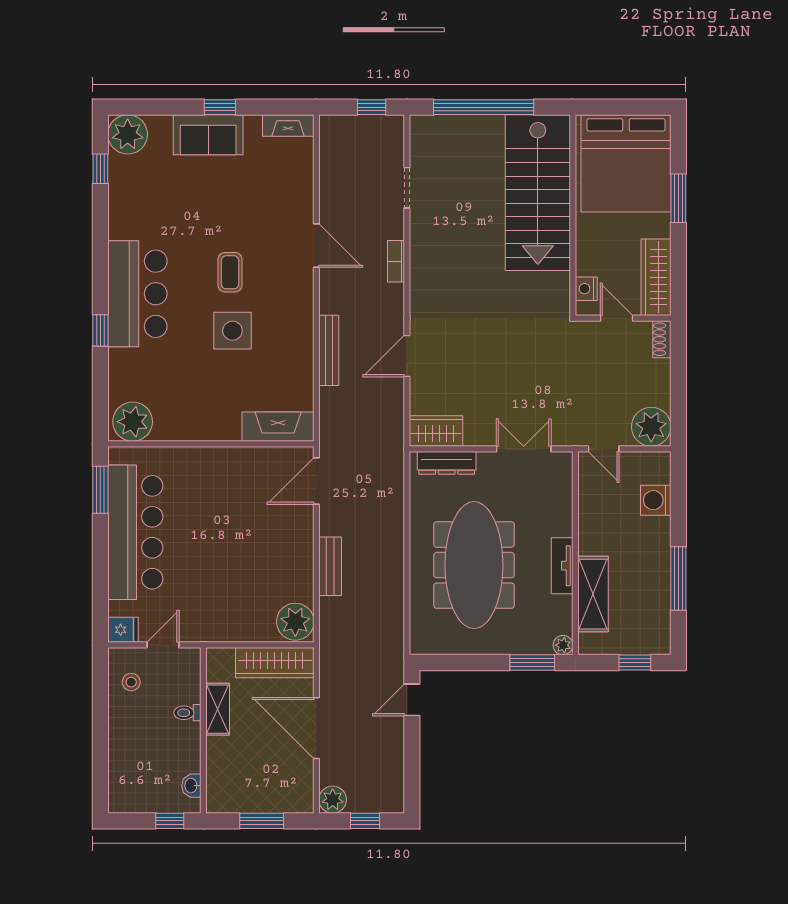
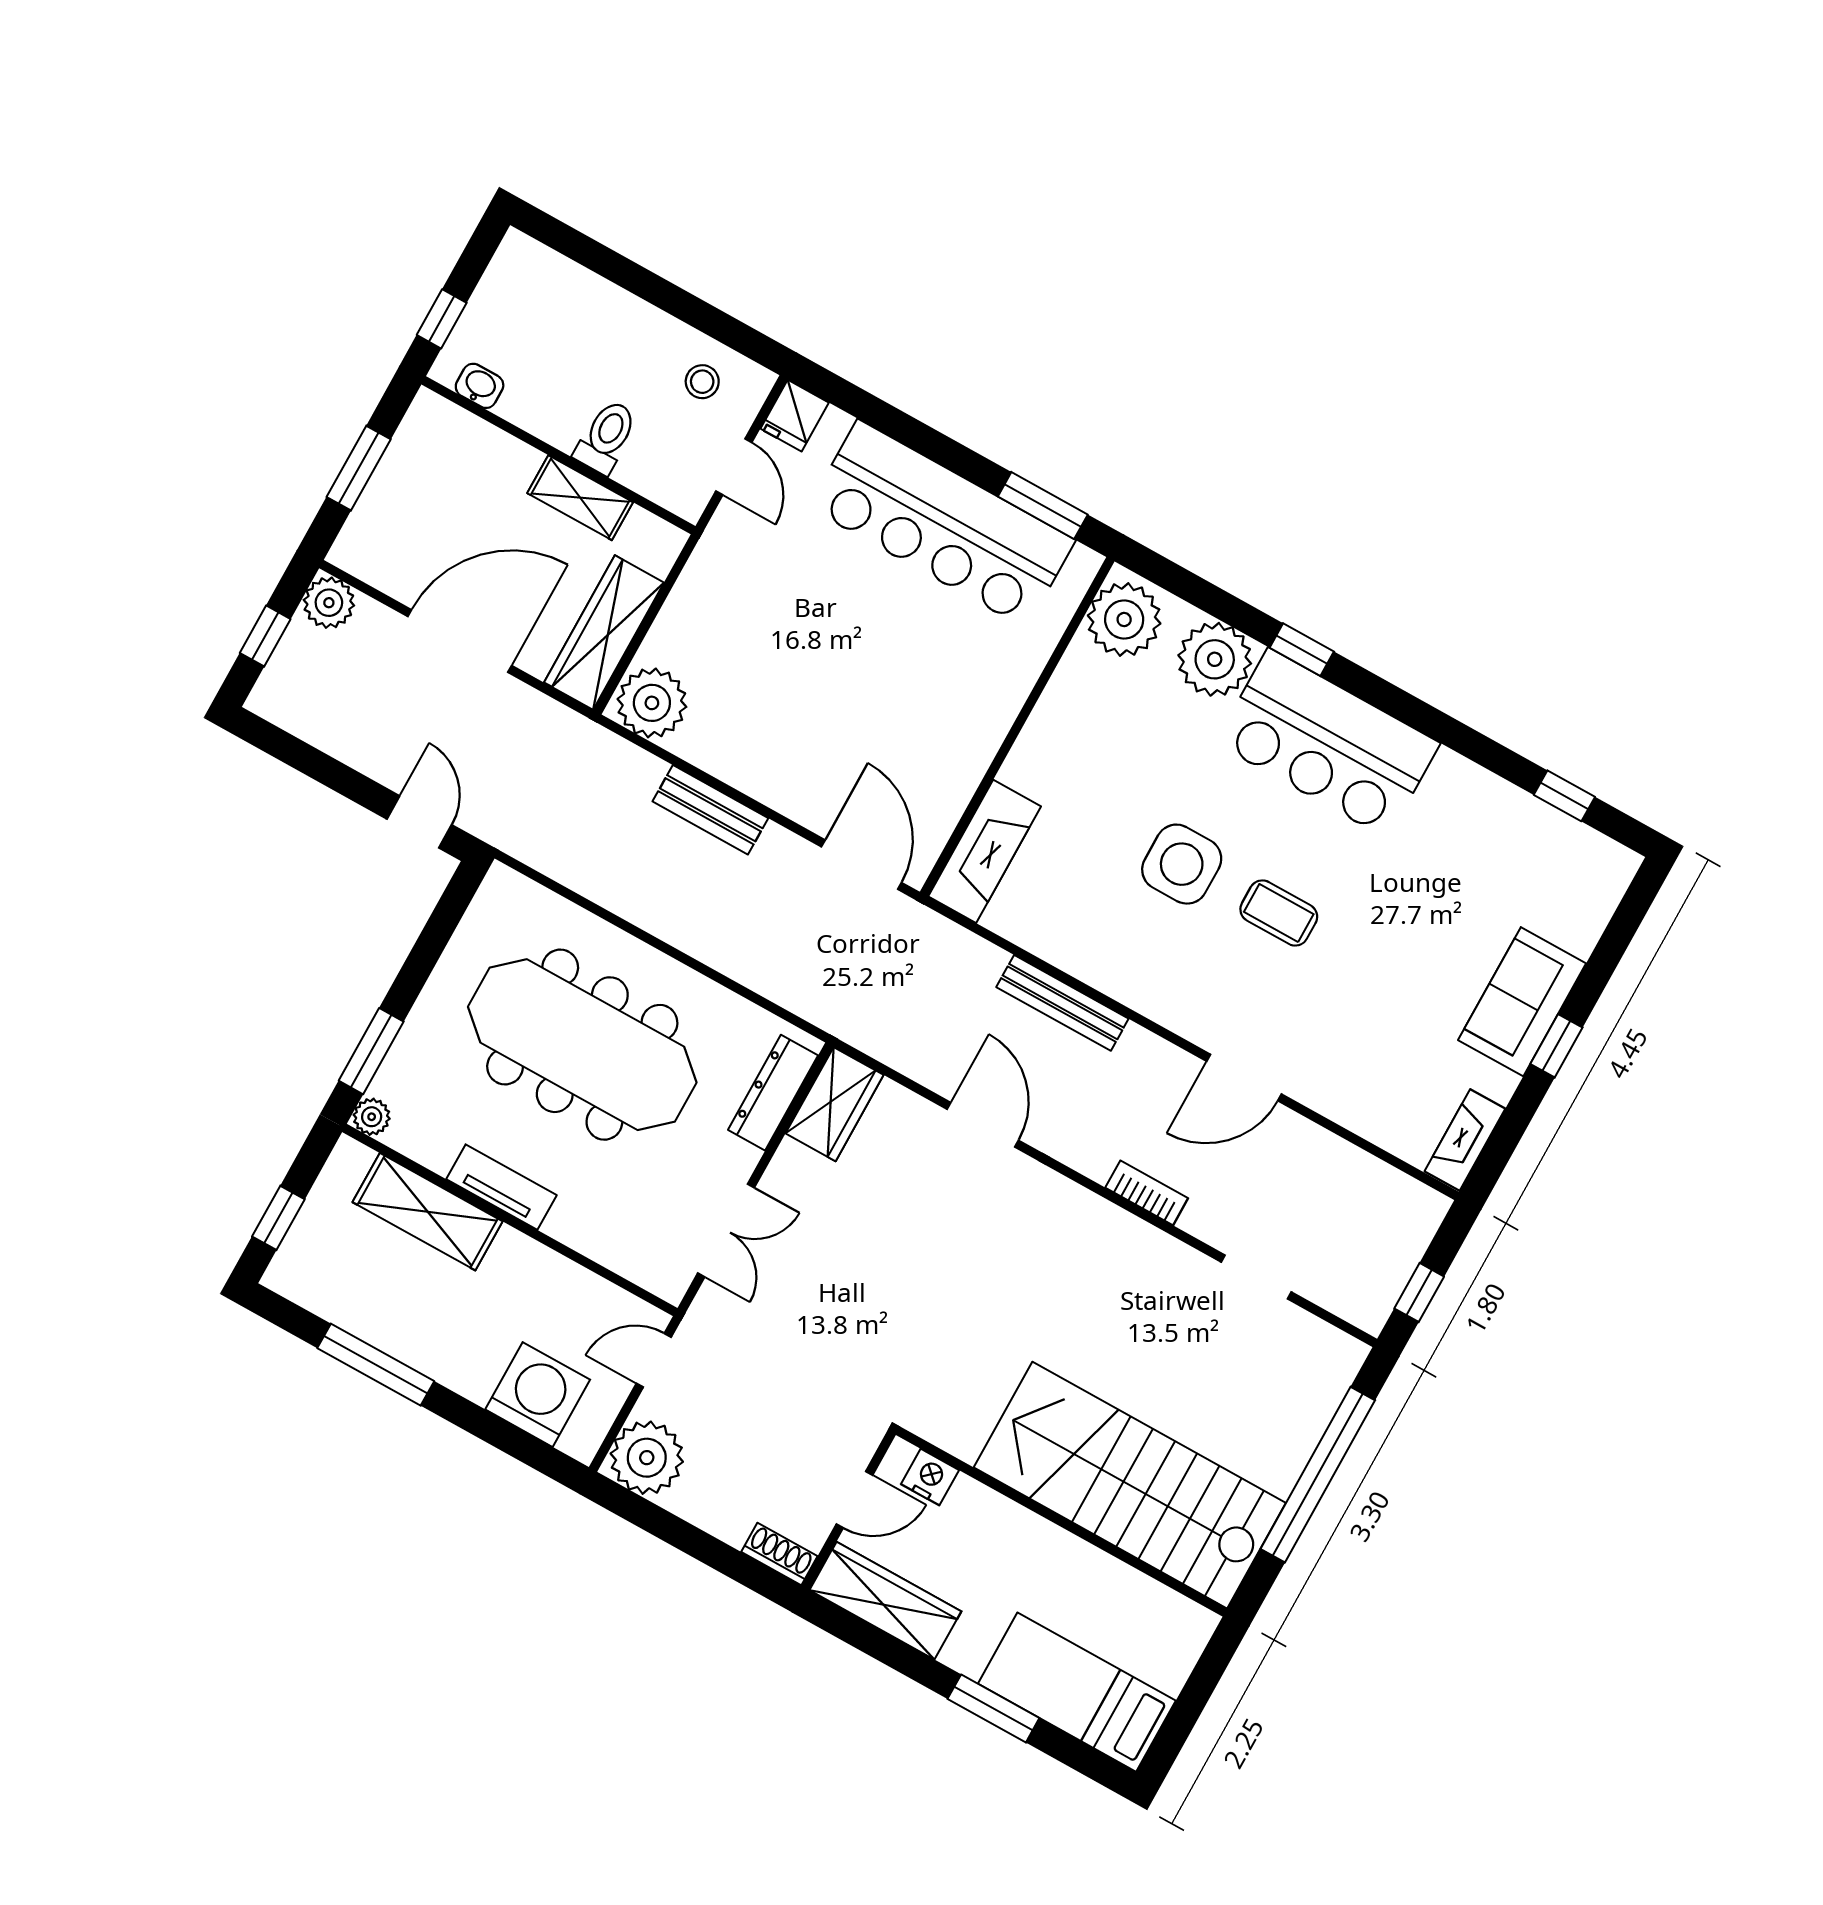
plant: (128, 134) -> (1215, 659), moved
bed: (626, 163) -> (1077, 1692), width x0.49
washing machine: (656, 500) -> (538, 1395), width x1.37, depth x1.37
toilet: (187, 713) -> (606, 437), width x1.37, depth x1.39

